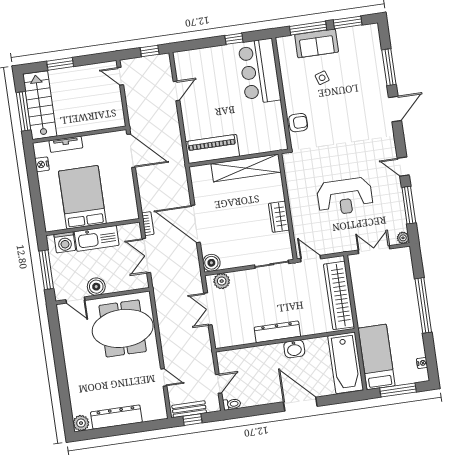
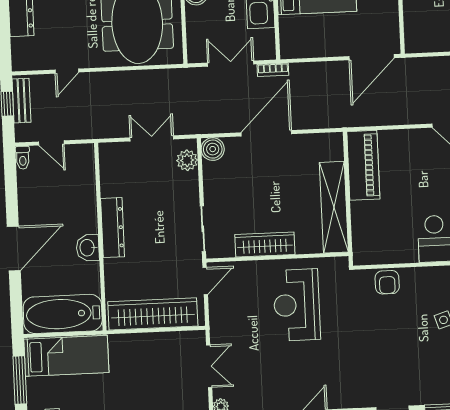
reception desk: (345, 197) -> (297, 305), moved
wardrobe: (279, 217) -> (265, 245), width x1.50

